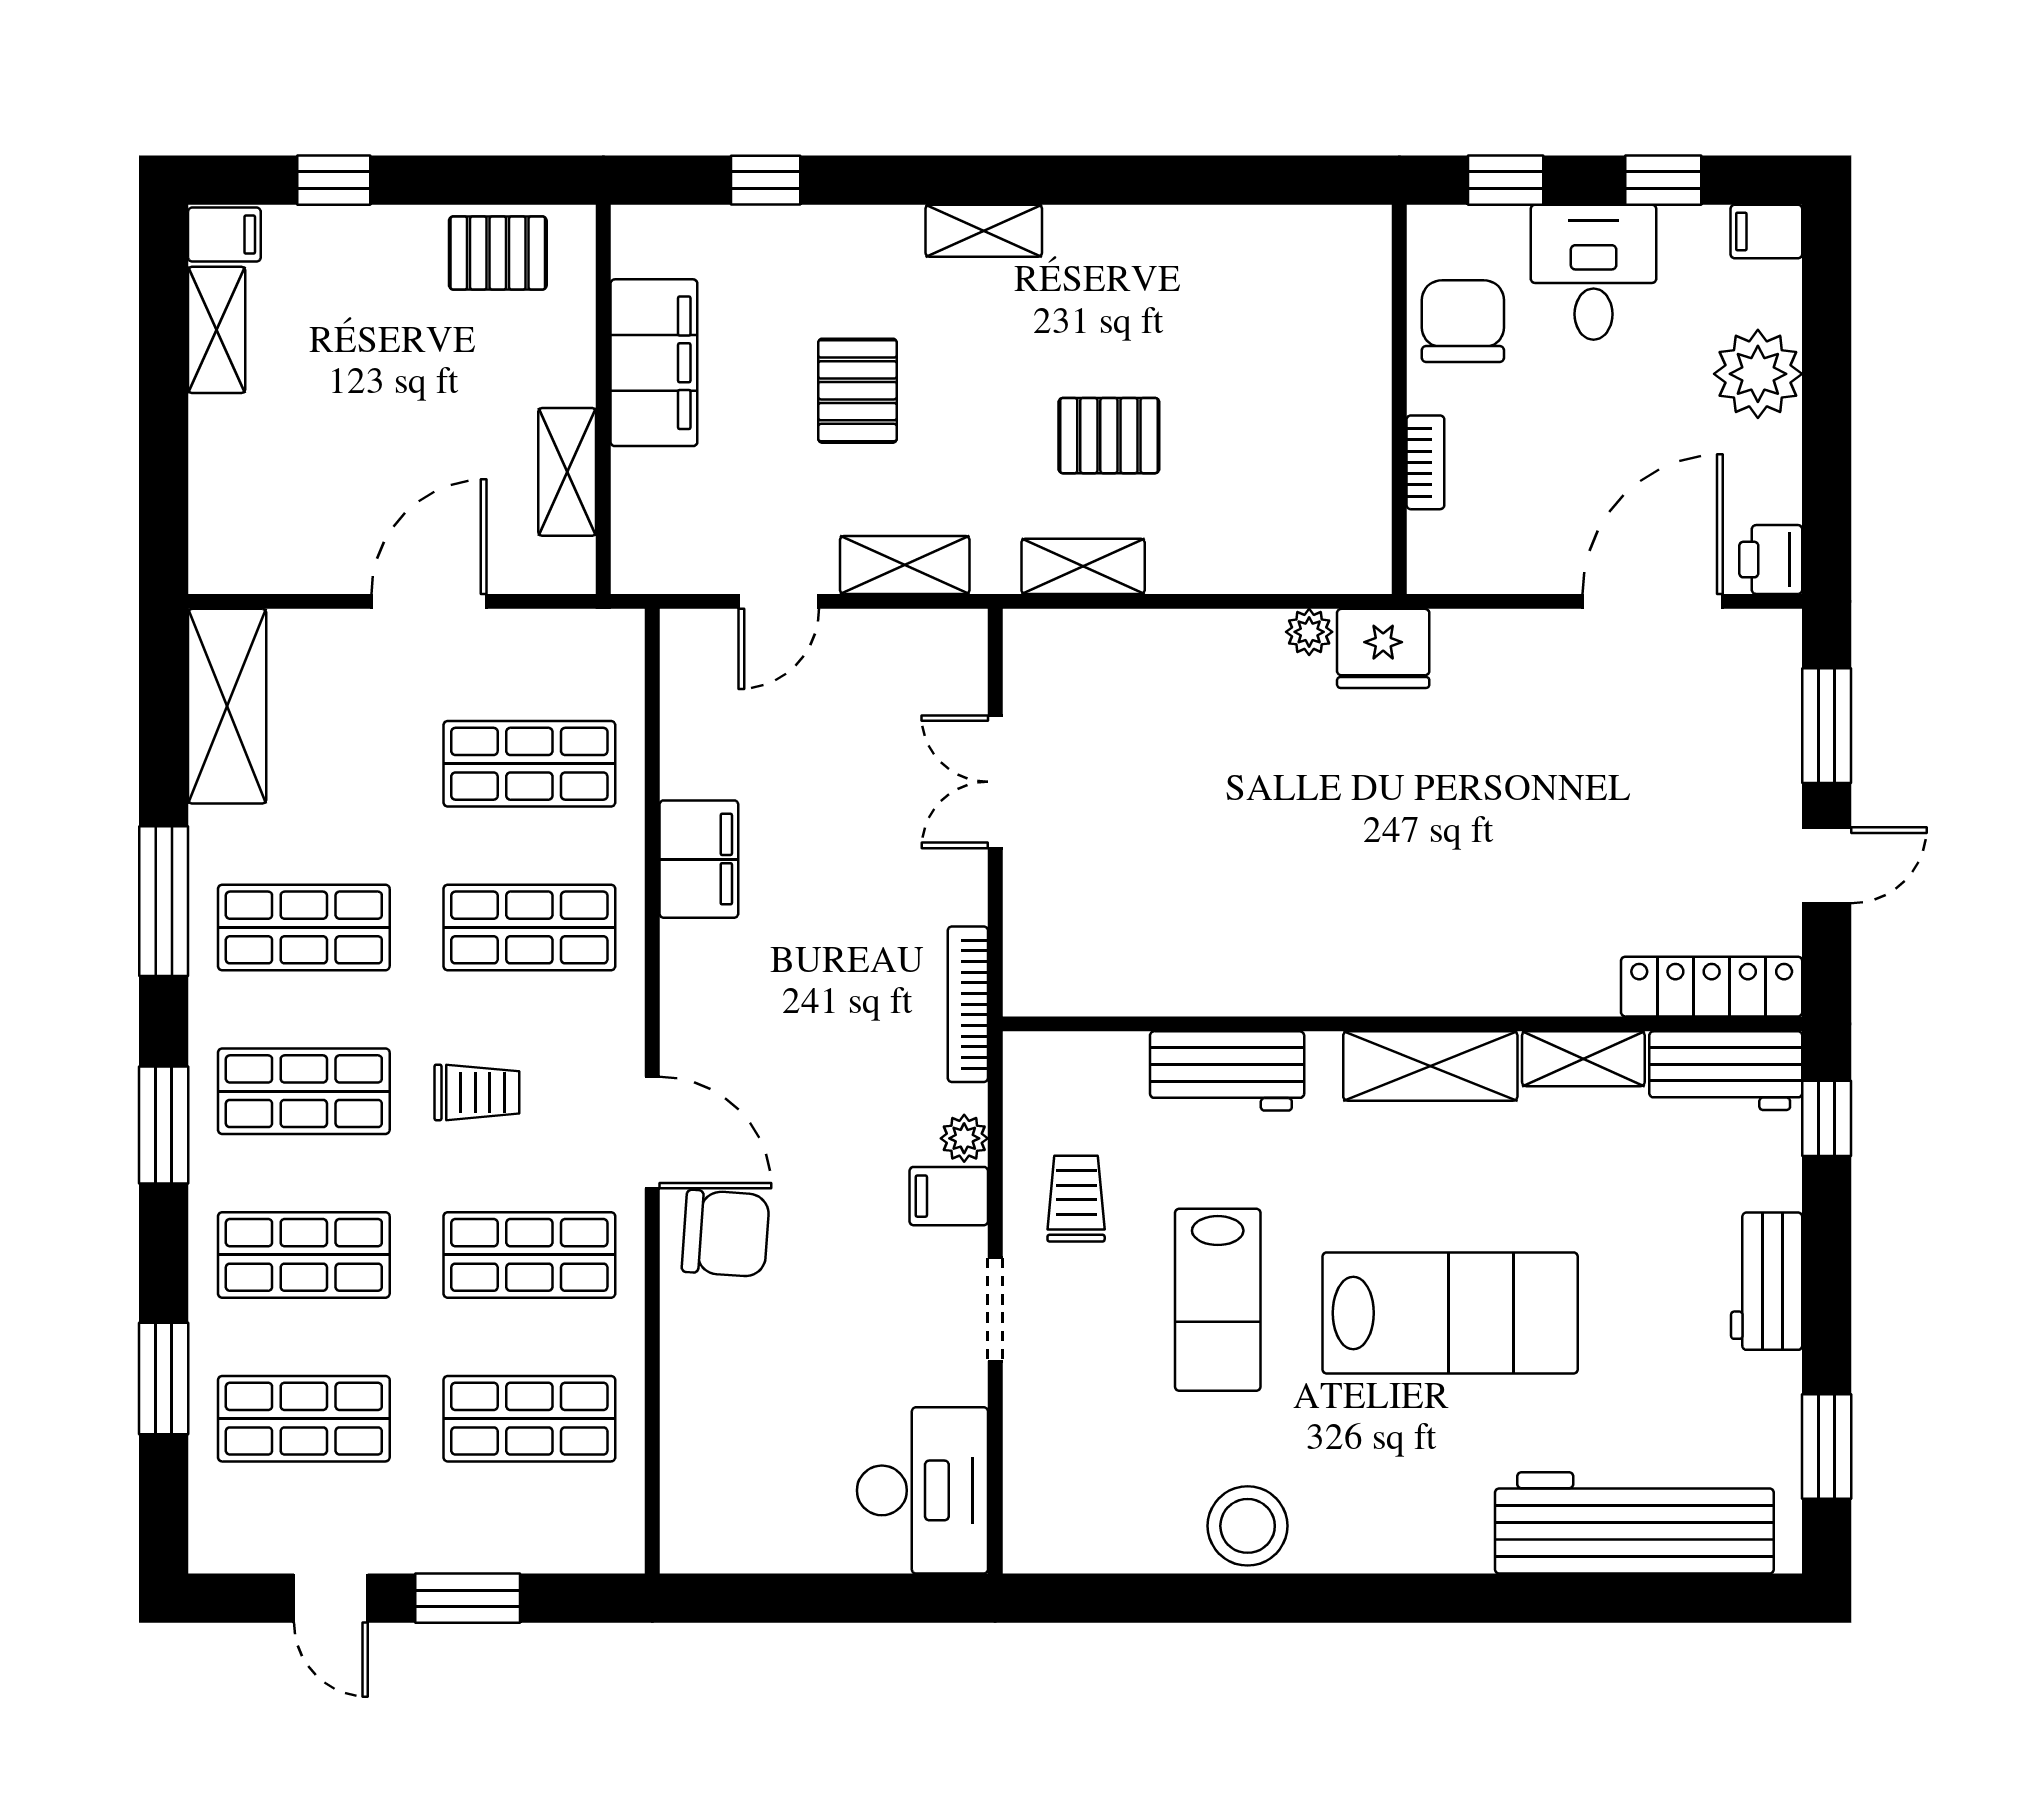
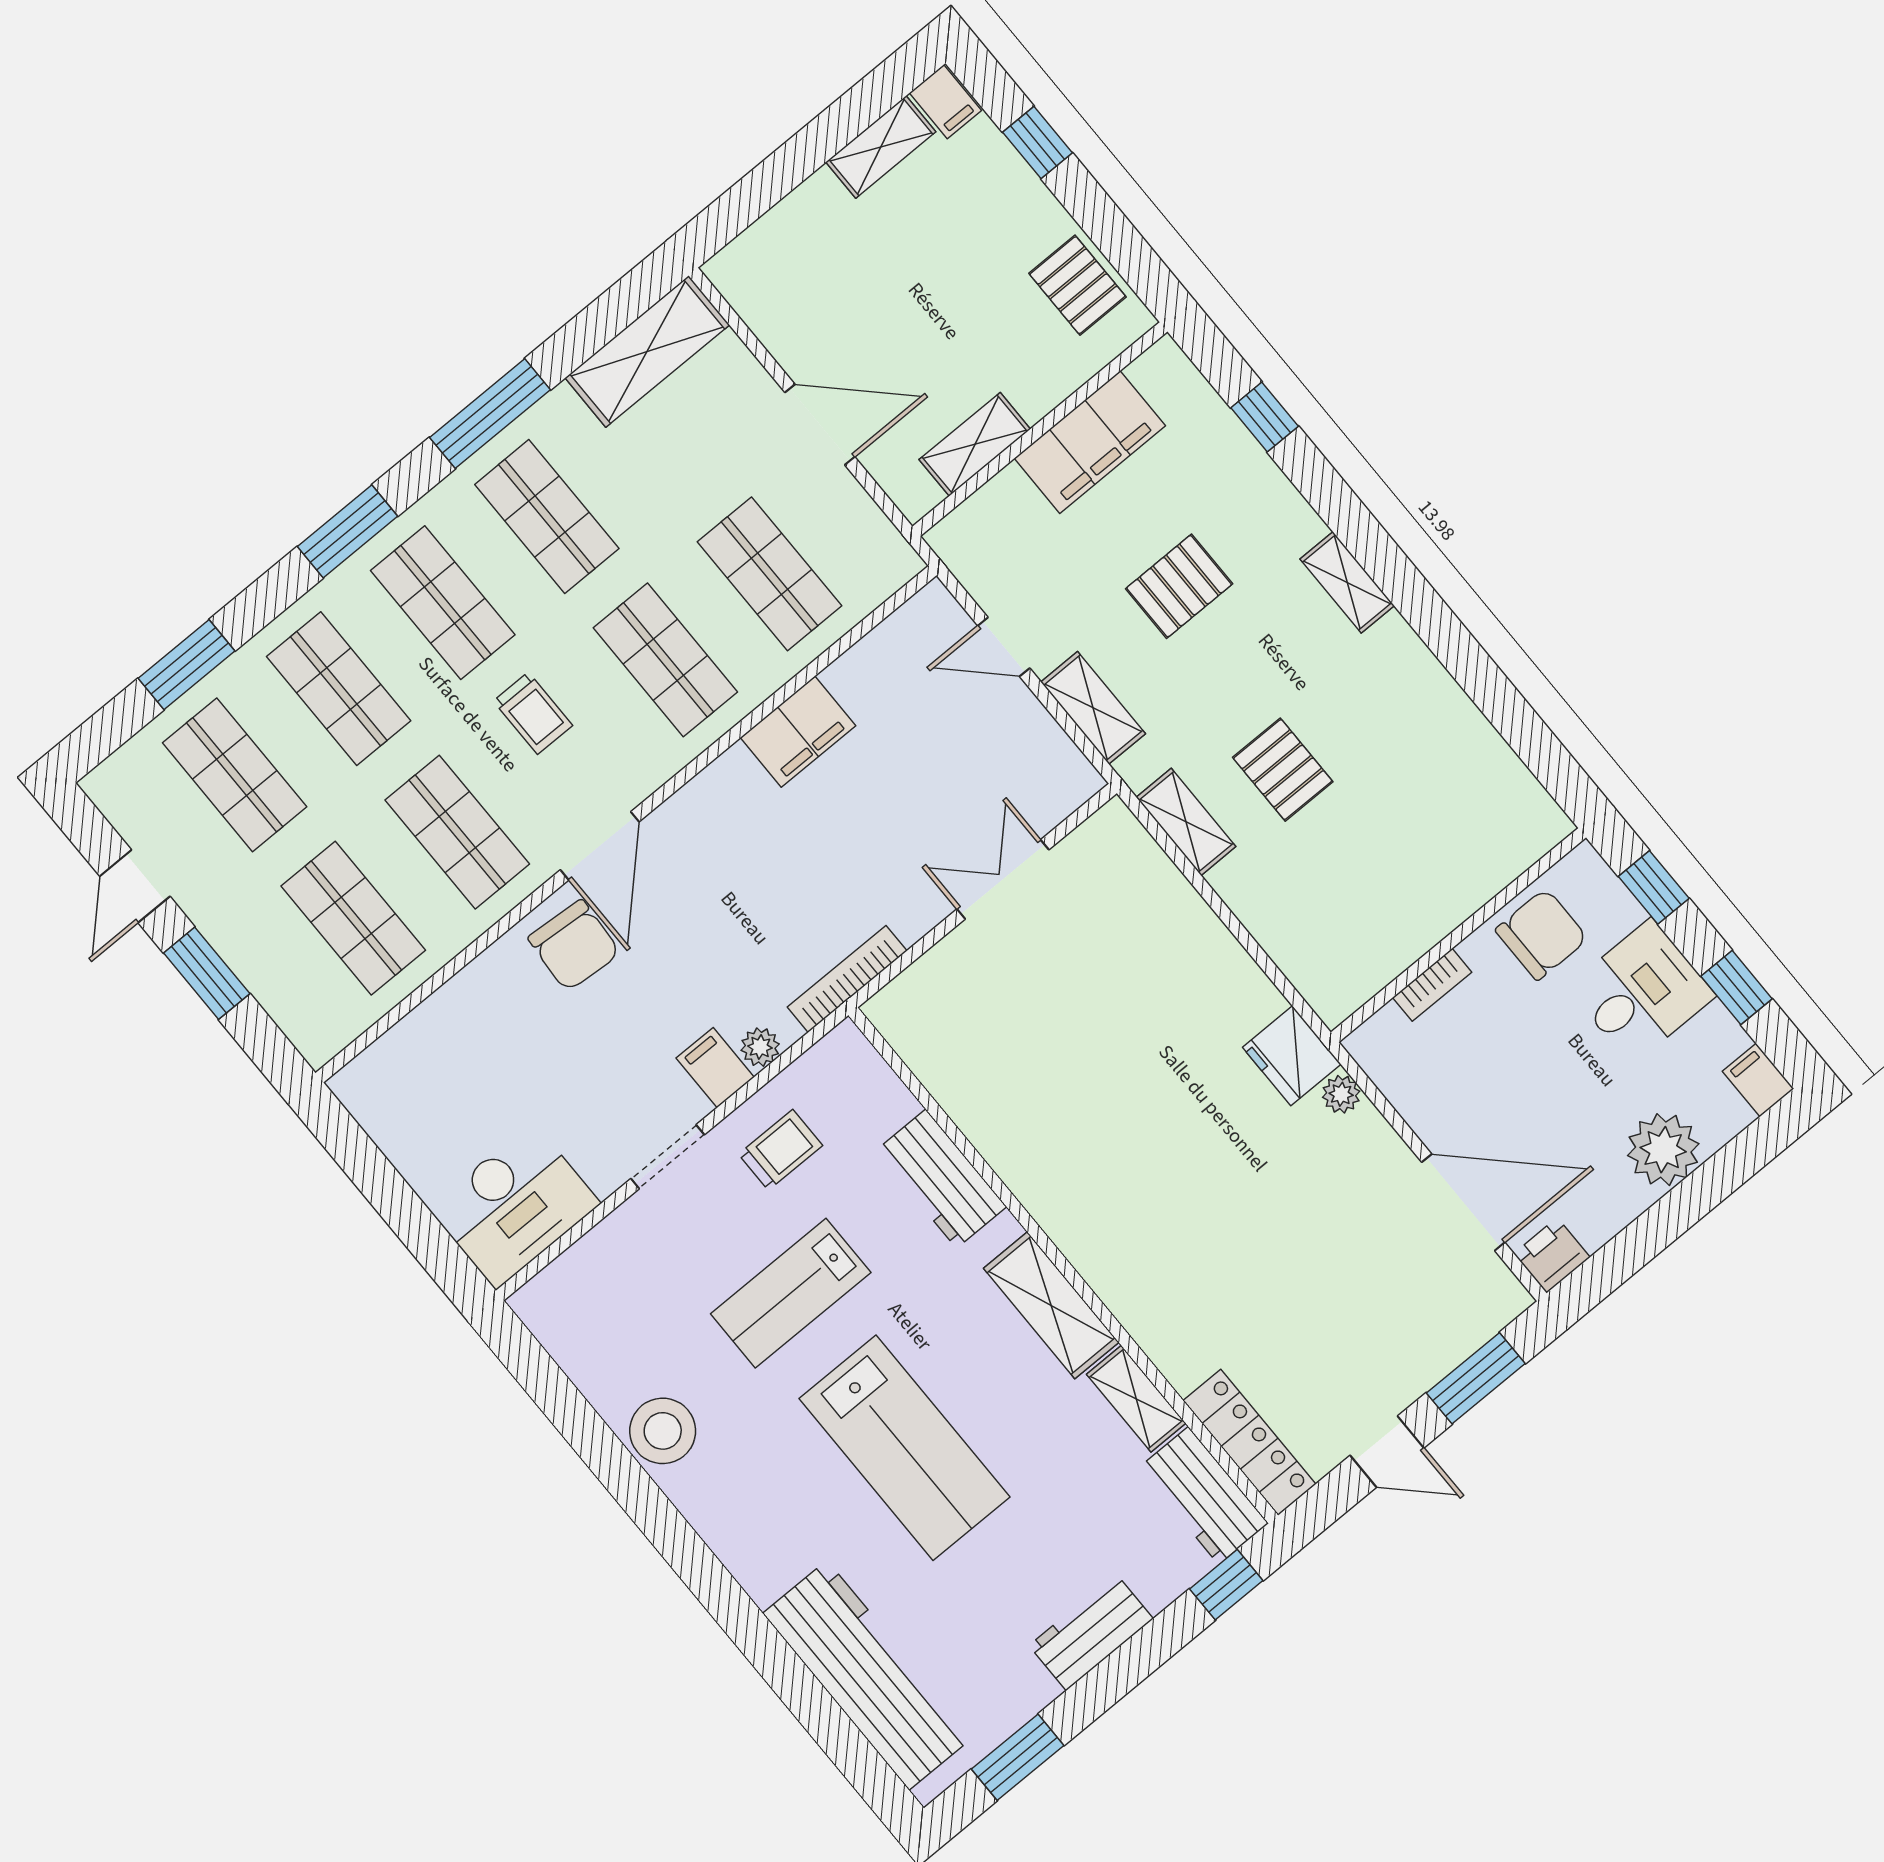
plant: (1309, 632) -> (1341, 1094), moved

